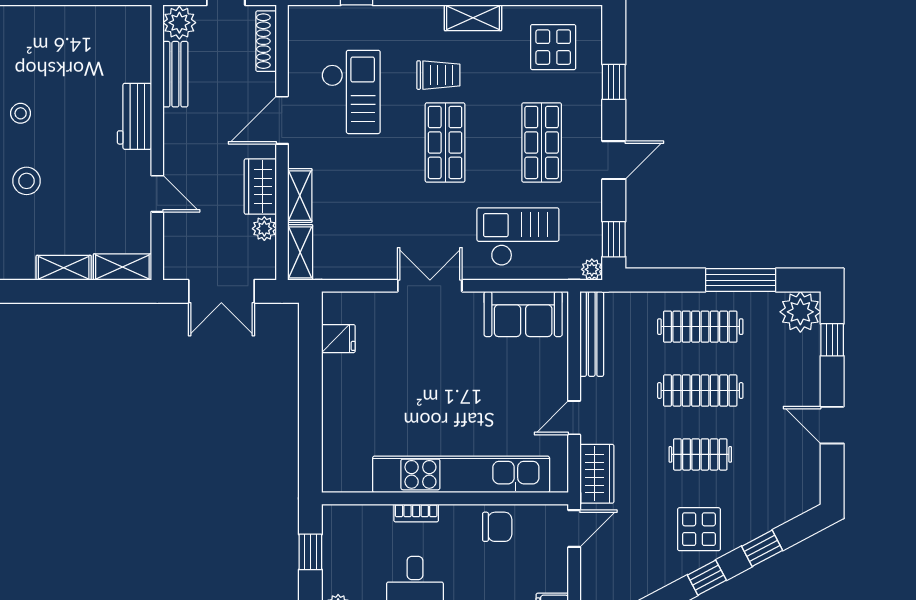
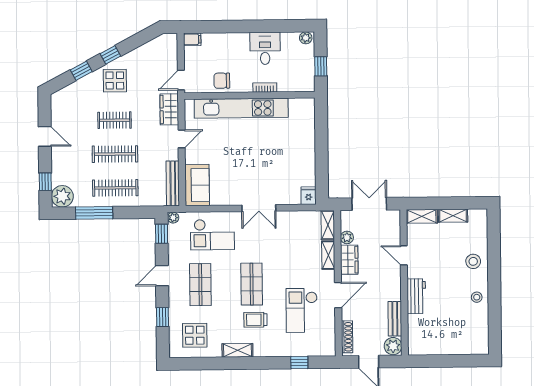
sofa: (523, 314) -> (197, 185), moved, turned 90
fridge: (338, 339) -> (309, 196), moved, turned 90

